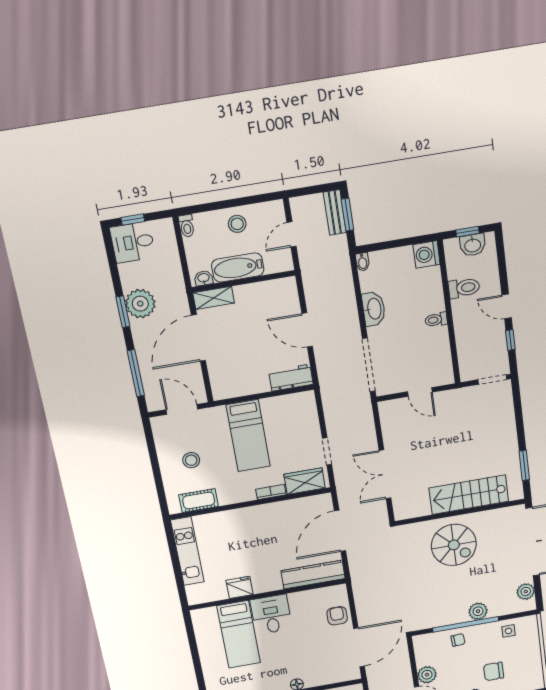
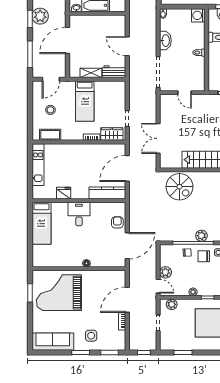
shelving: (214, 298) -> (91, 73), moved
door: (182, 409) -> (51, 79), swing flipped
spiral stairs: (454, 545) -> (179, 187), moved
bed: (239, 634) -> (41, 223), moved
chair: (494, 671) -> (204, 256), moved

